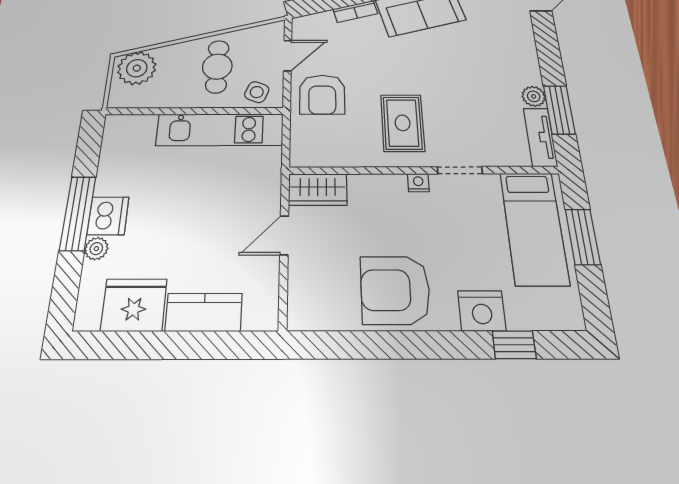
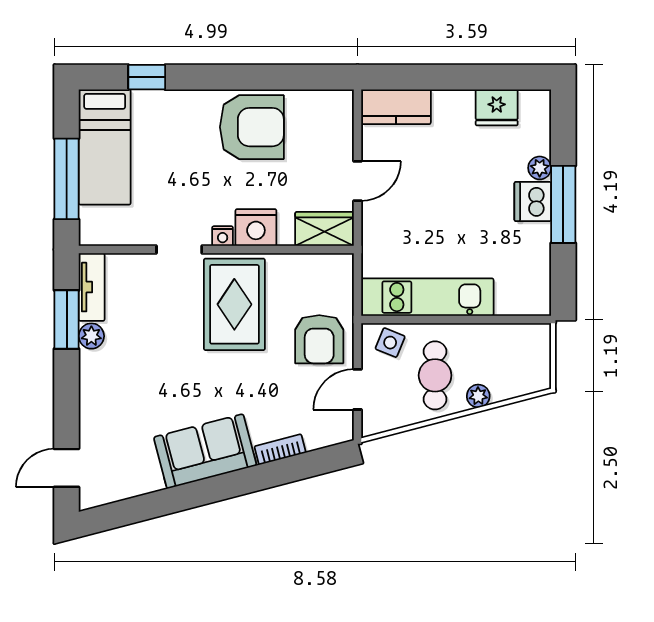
plant: (137, 68) -> (478, 396), moved, width x0.53, depth x0.53
armchair: (322, 95) -> (319, 339), turned 180
rug: (403, 123) -> (234, 304), width x1.36, depth x1.43
bed: (534, 228) -> (105, 147), moved, turned 180
window: (583, 237) -> (67, 179), width x1.44
fridge: (134, 305) -> (497, 107), width x0.73, depth x0.75
nightstand: (482, 311) -> (256, 228), moved, turned 180
kitchen counter: (204, 312) -> (396, 107), moved

